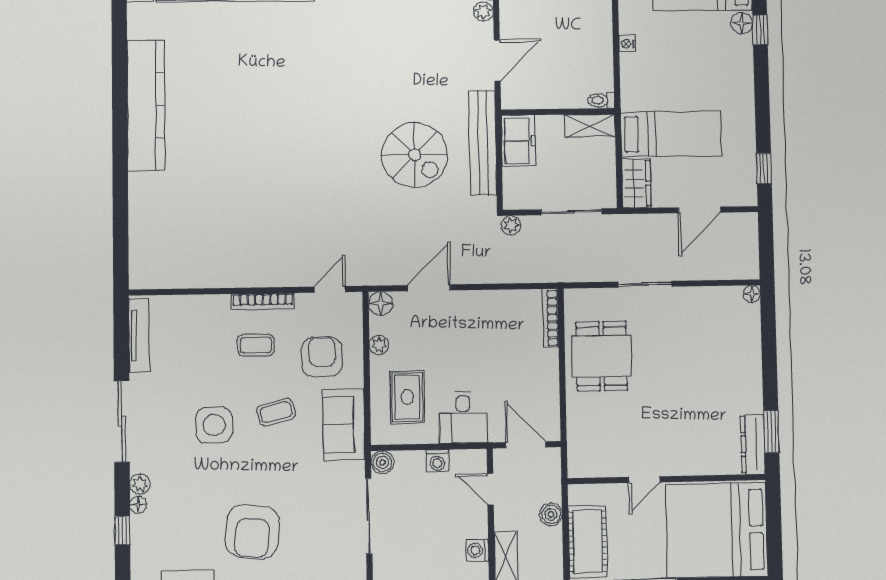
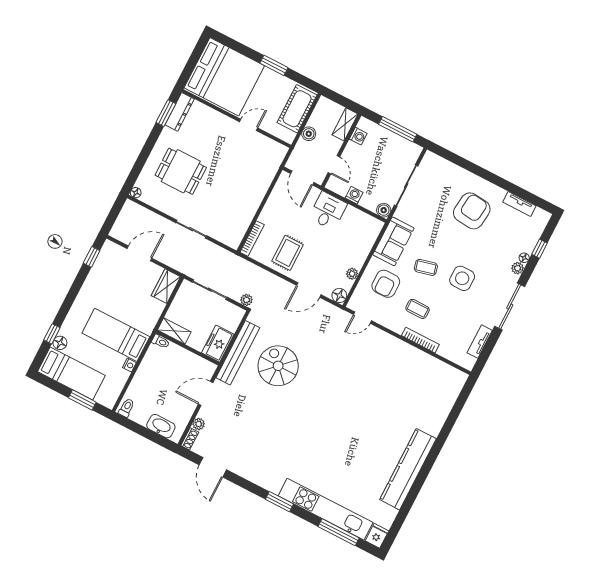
bed: (671, 134) -> (116, 335), moved
bookcase: (263, 301) -> (420, 340), moved
tv unit: (139, 336) -> (480, 342), width x0.71
dining table: (602, 356) -> (181, 171), moved, turned 90
rug: (407, 397) -> (288, 253), moved

